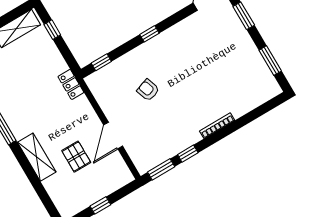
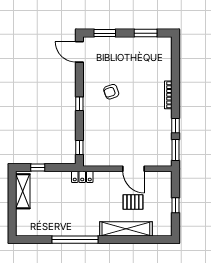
armchair: (148, 90) -> (111, 92), moved
shelving: (37, 157) -> (126, 229), width x1.47

